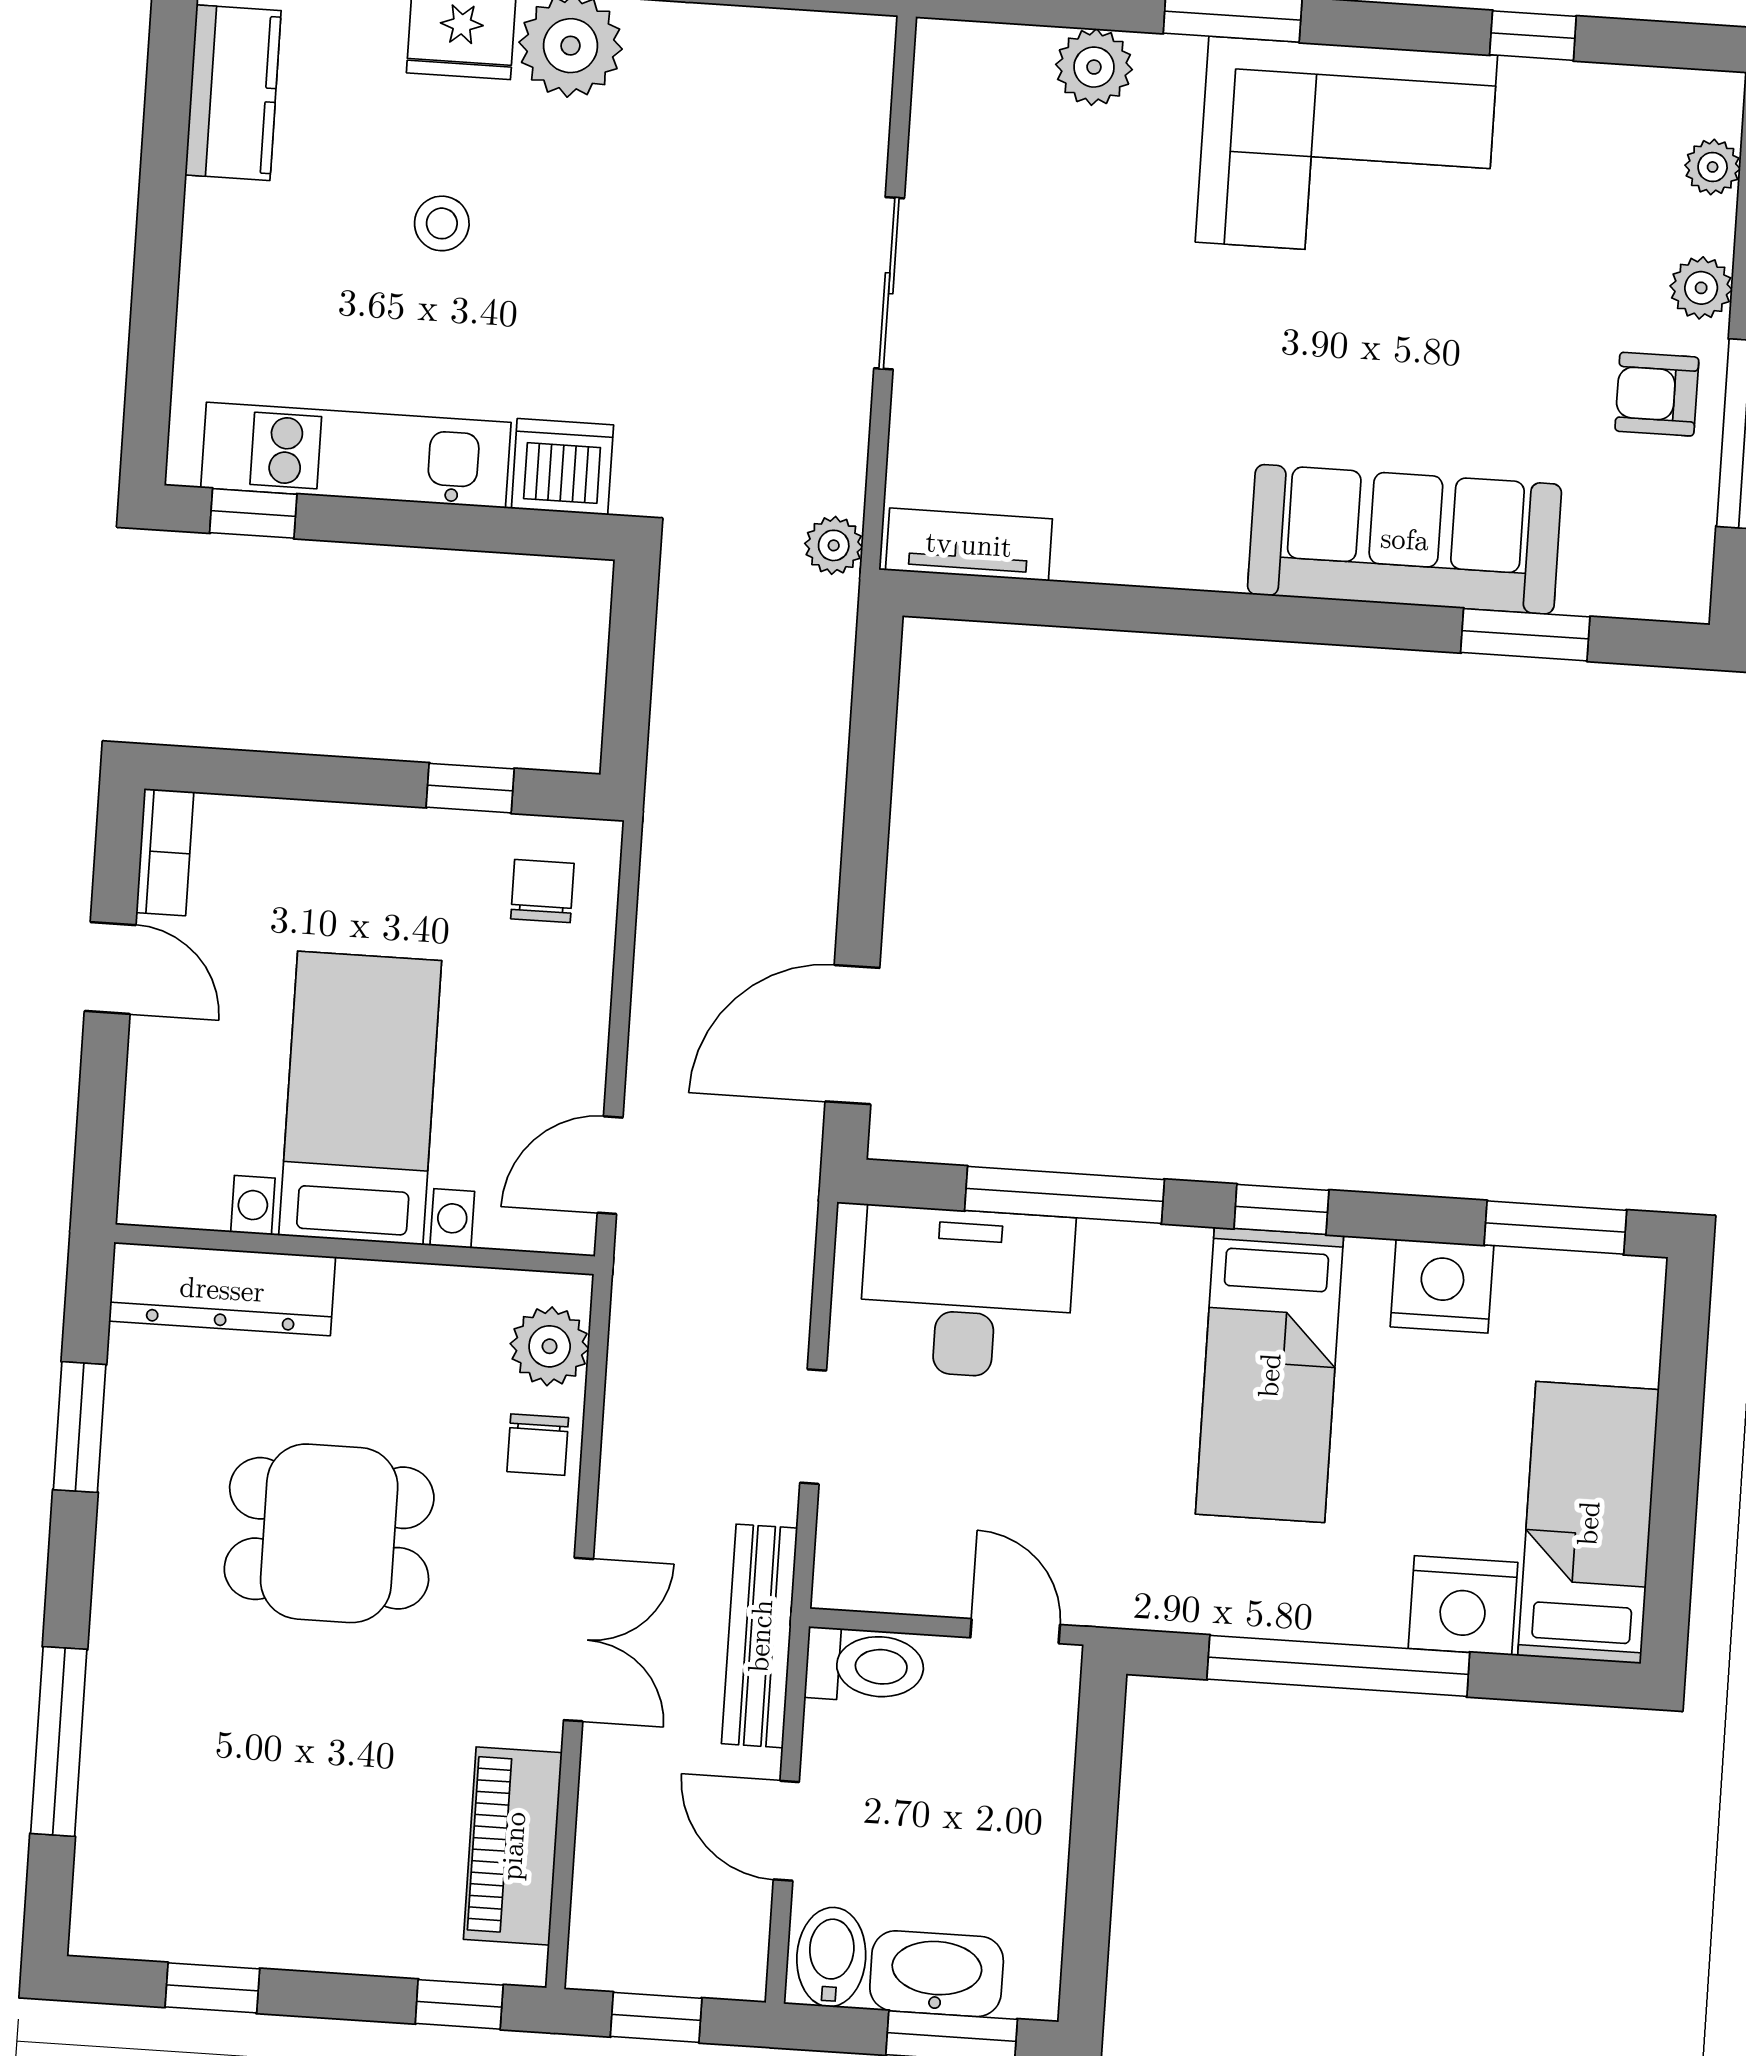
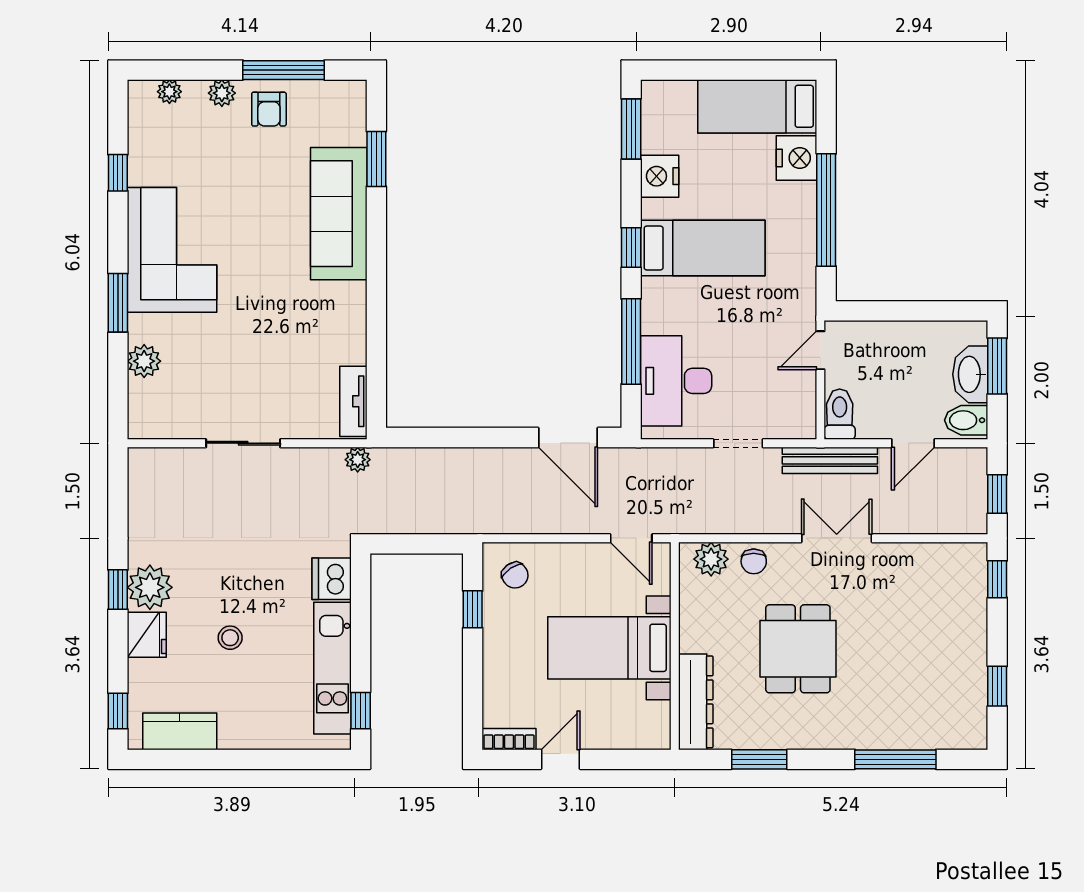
chair: (542, 891) -> (515, 575), turned -124
chair: (538, 1445) -> (754, 561), turned 90
piano: (513, 1846) -> (927, 561), removed

